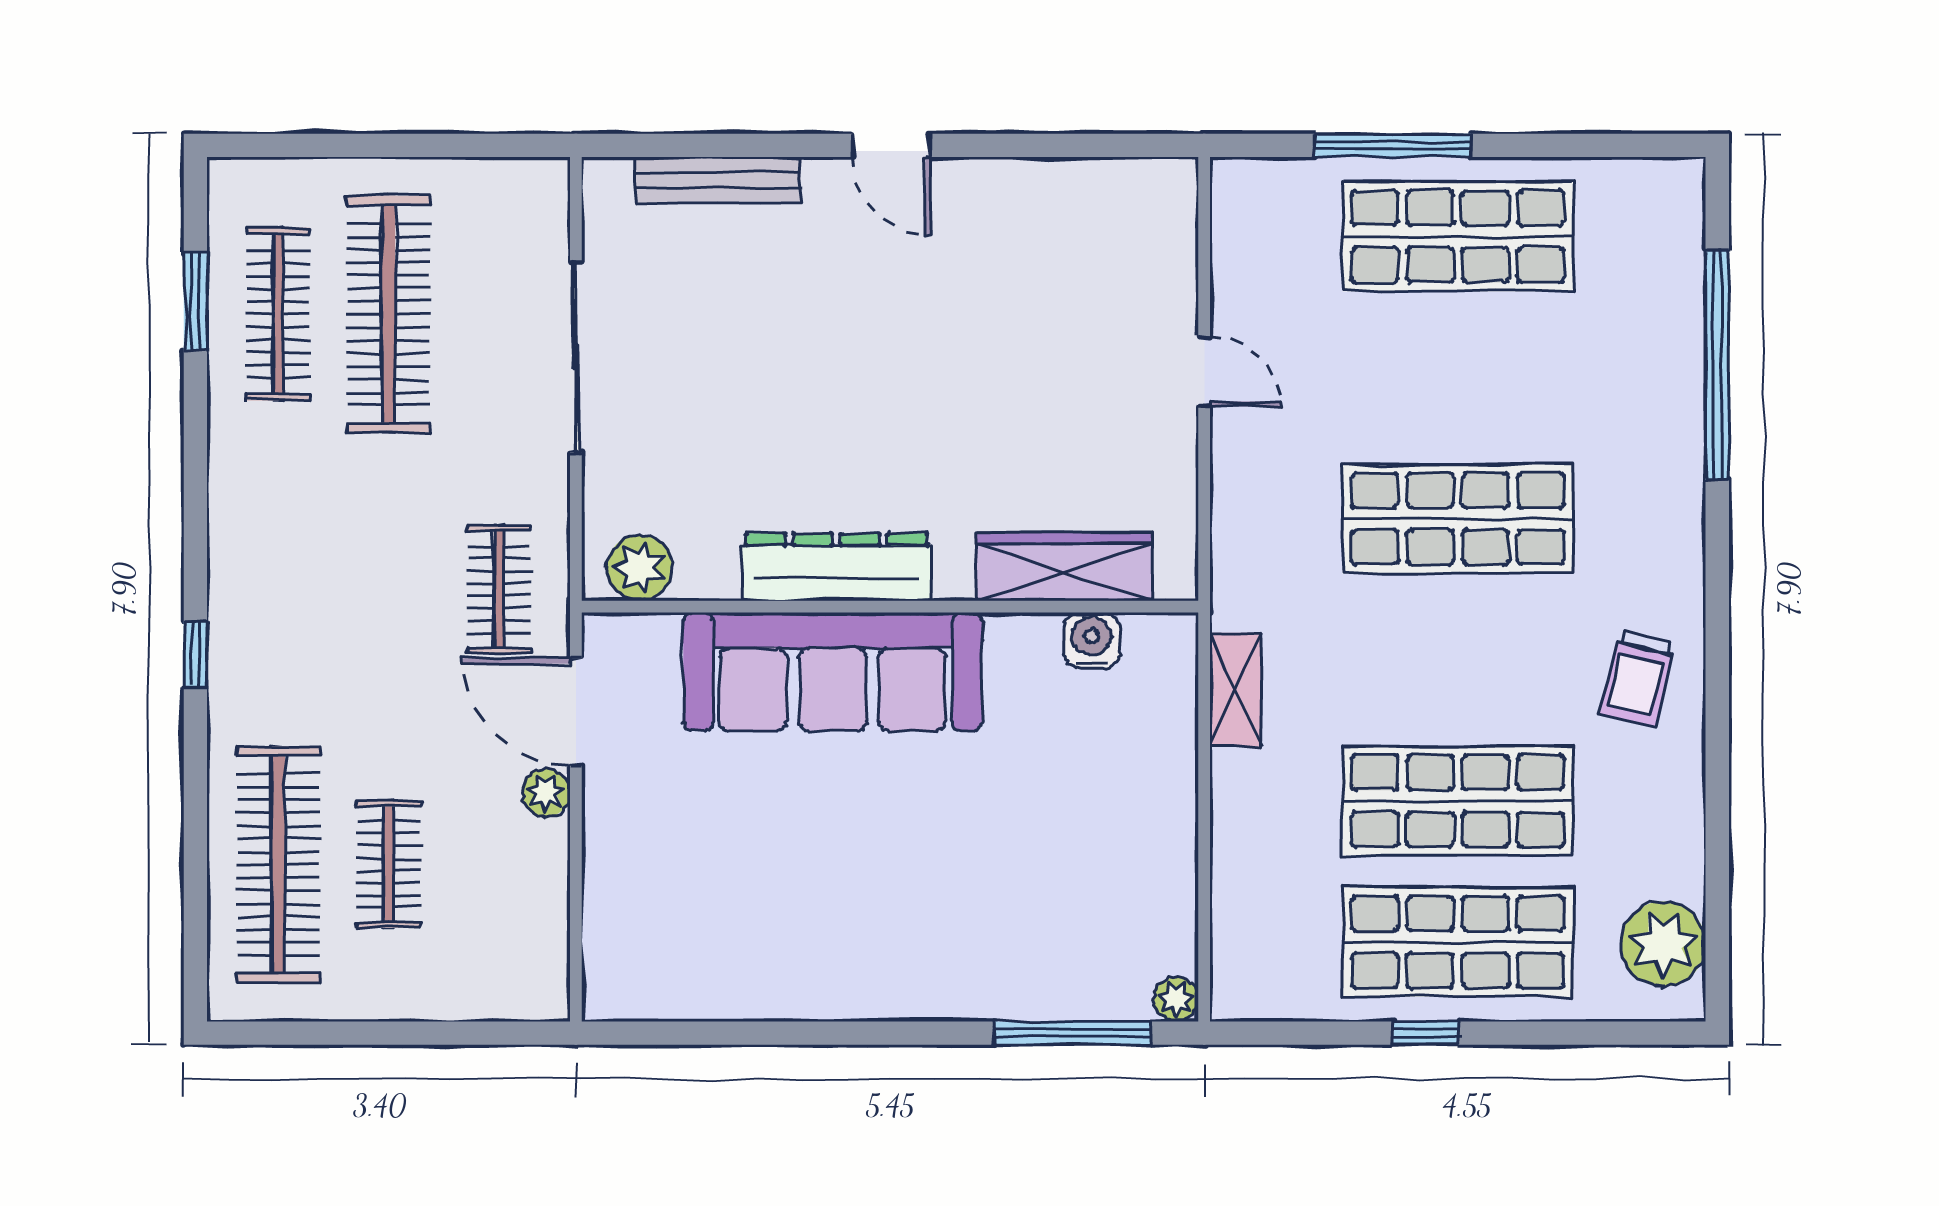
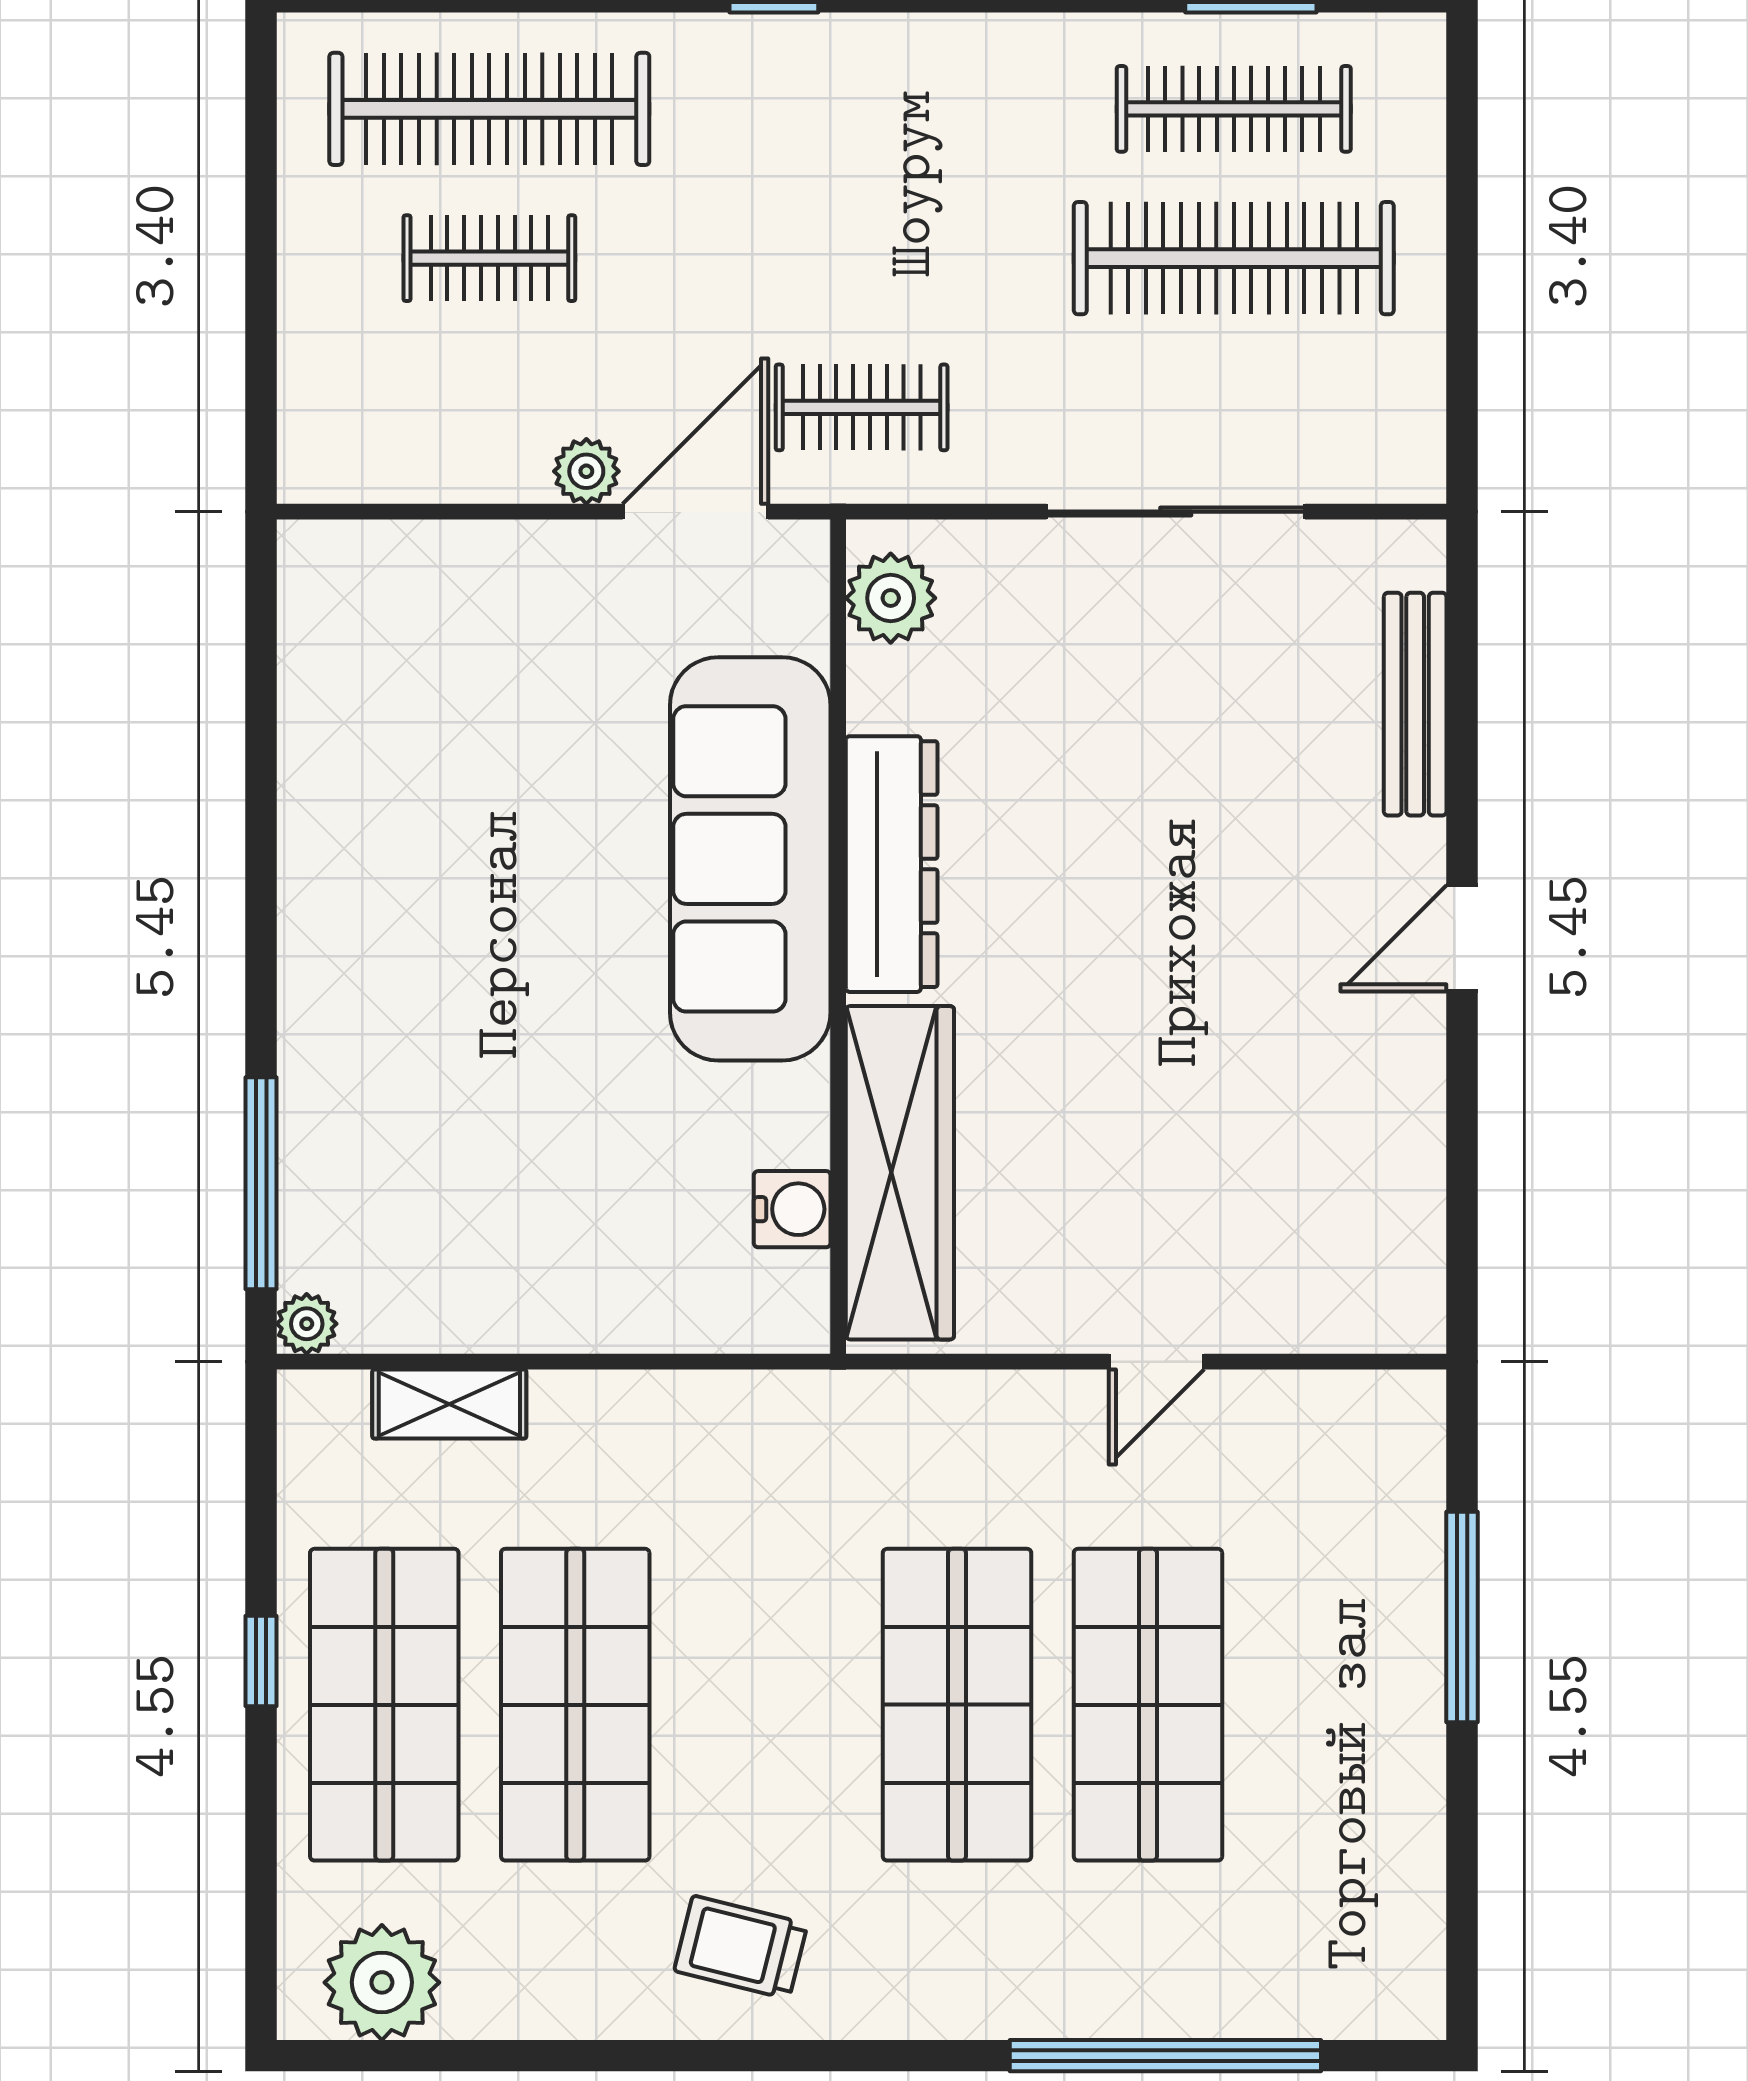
shop shelf: (1458, 236) -> (1148, 1705), moved
wardrobe: (1065, 567) -> (900, 1173), width x1.40, depth x1.17
shelving: (1236, 690) -> (449, 1404), moved

